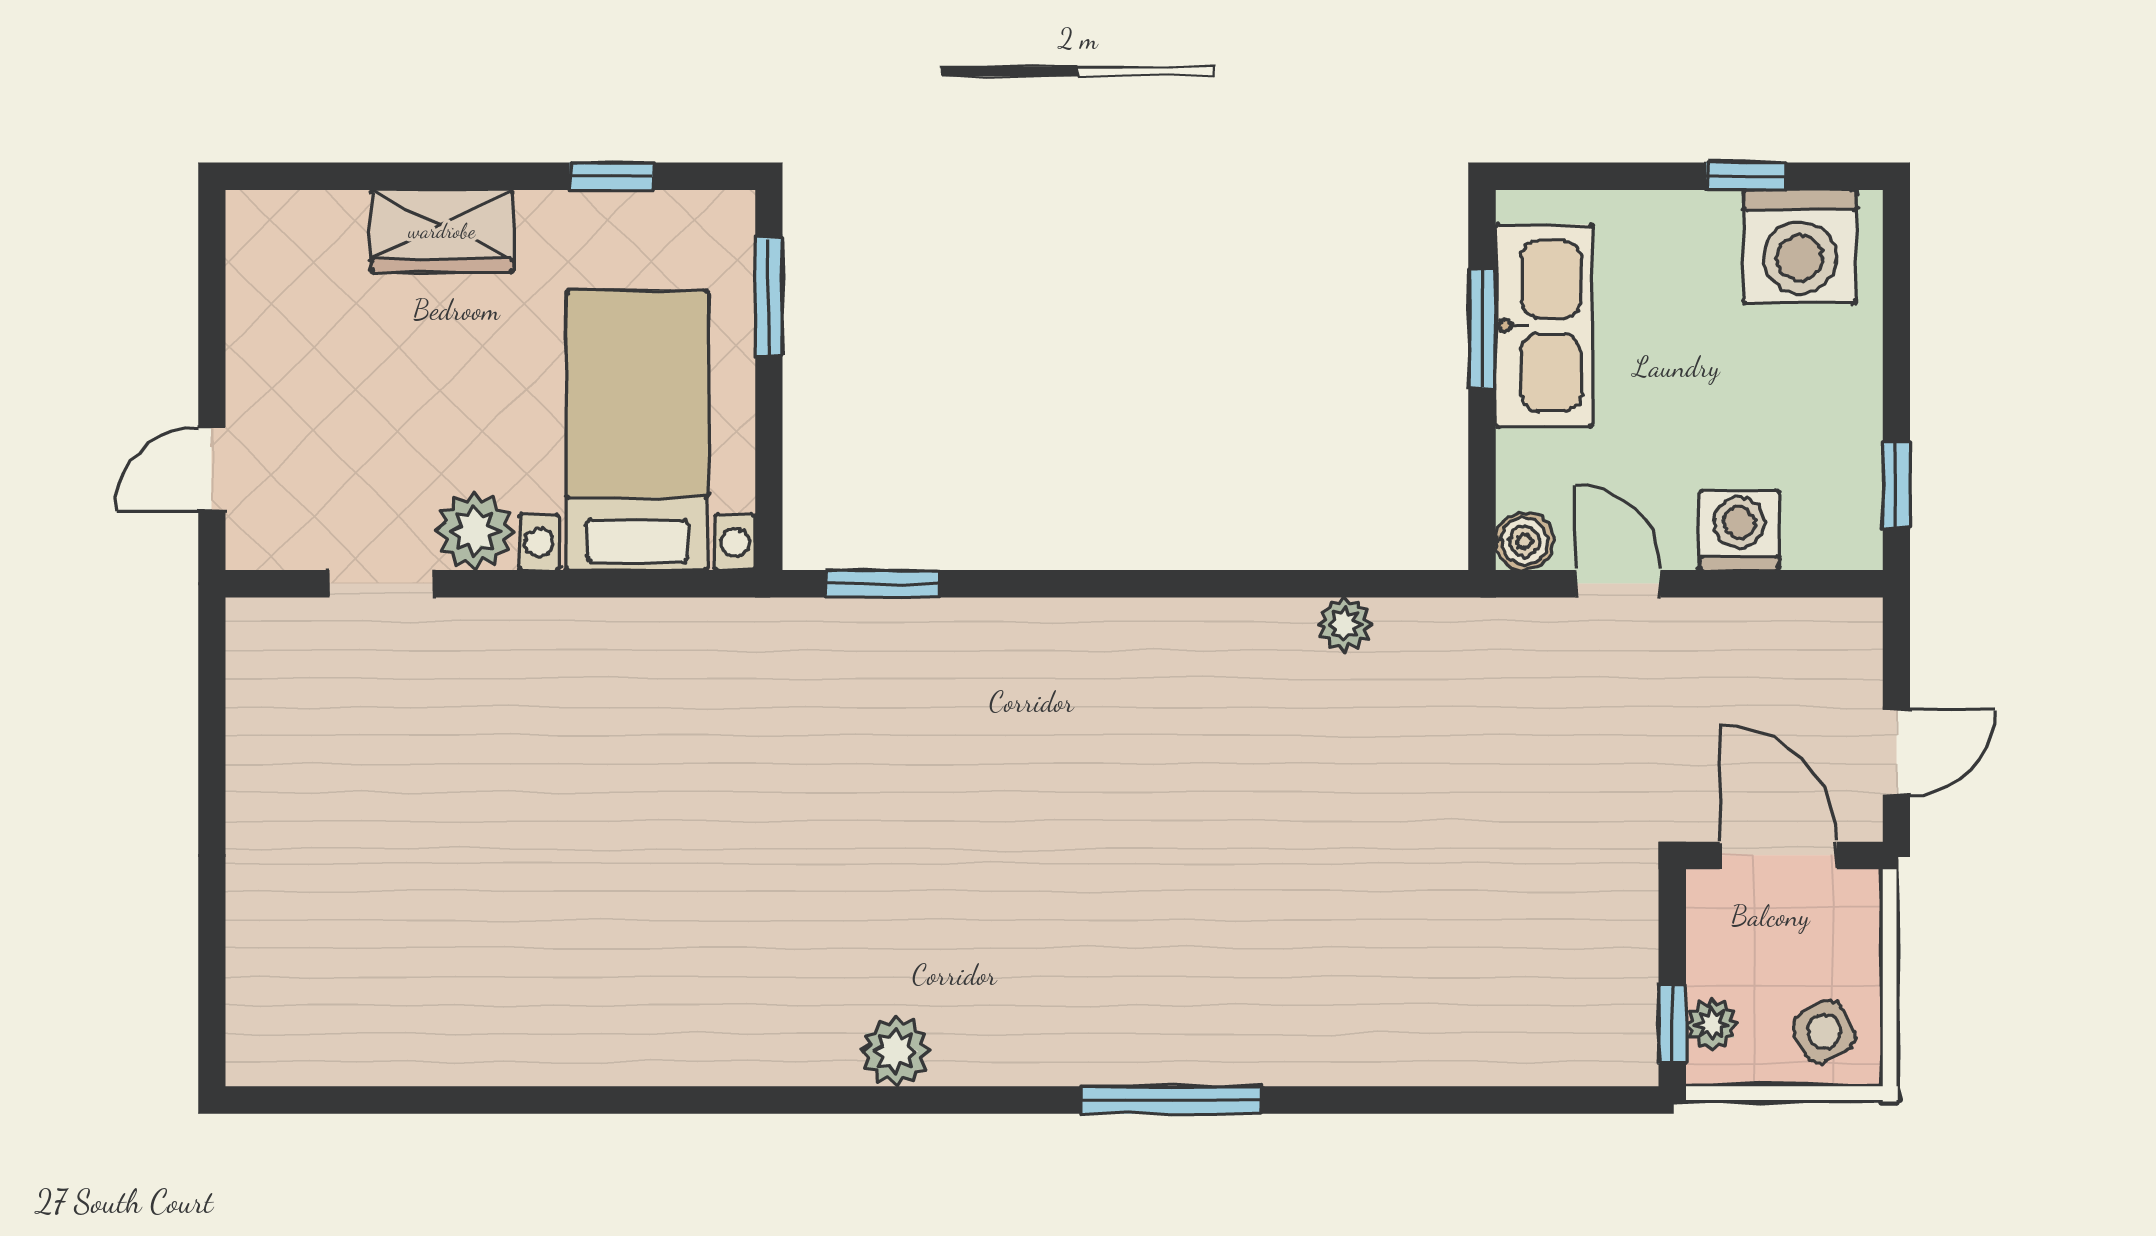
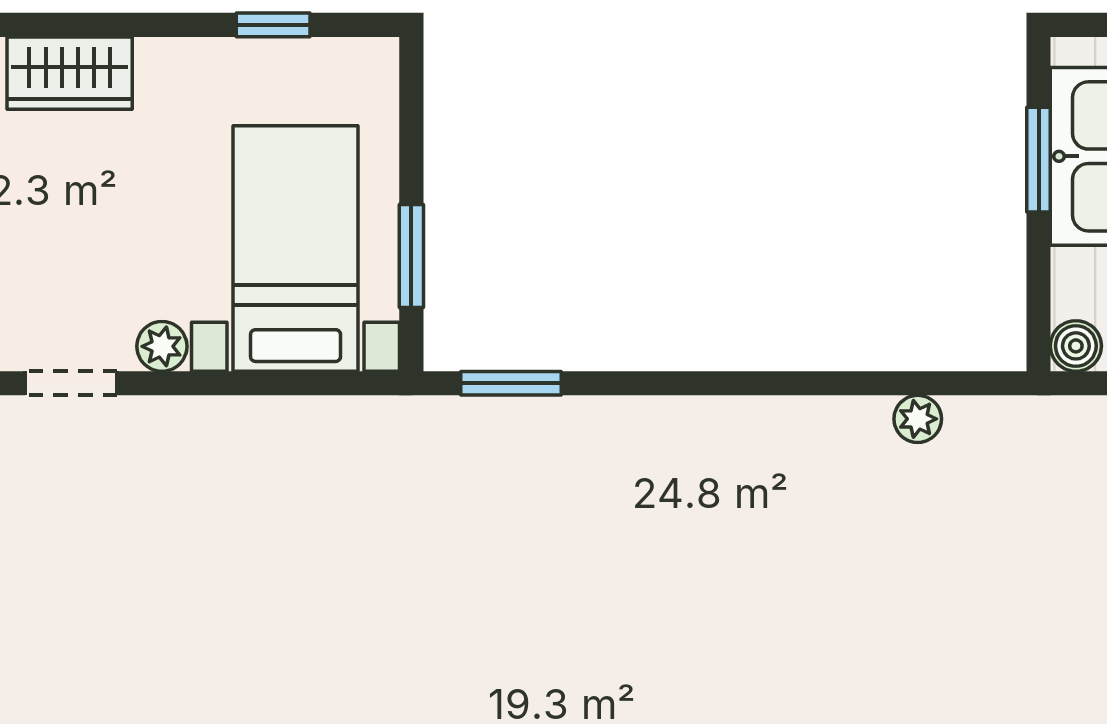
wardrobe: (442, 231) -> (70, 73), moved
window: (769, 296) -> (411, 256), moved
plant: (475, 531) -> (162, 346), width x0.73, depth x0.73

